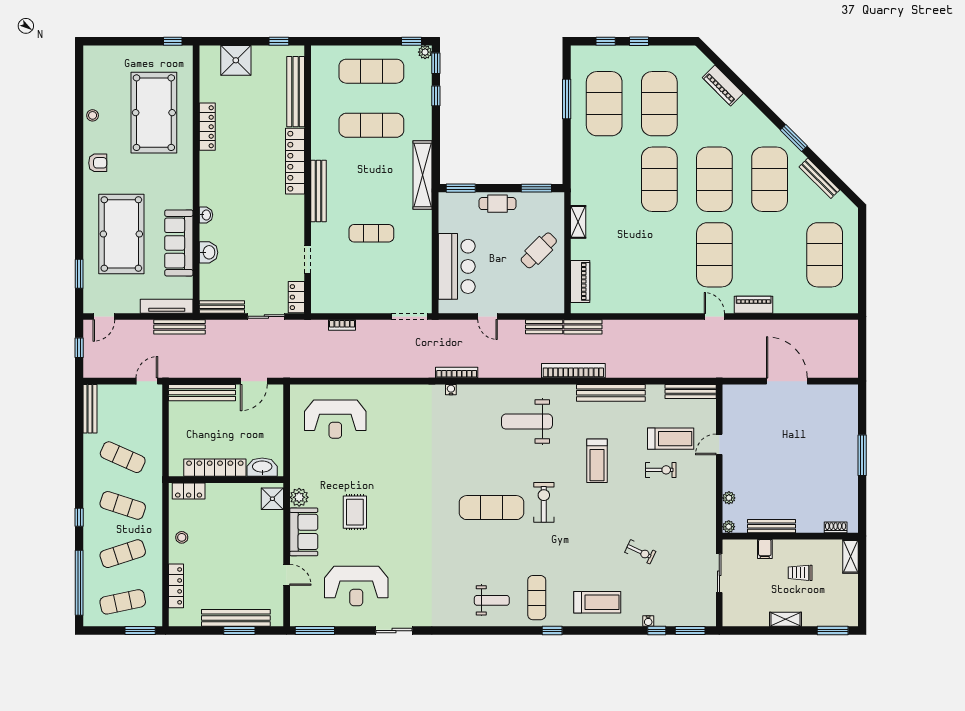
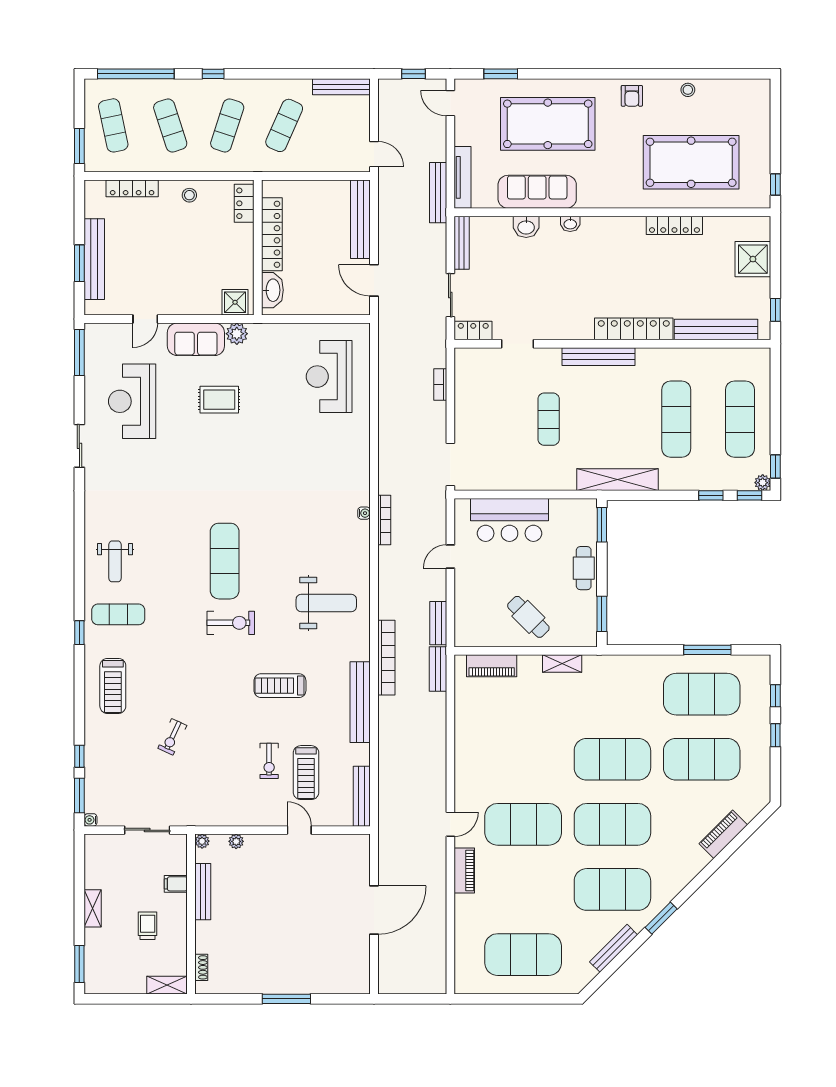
weight bench: (527, 422) -> (326, 603), turned 90
water cooler: (648, 621) -> (91, 820), moved

